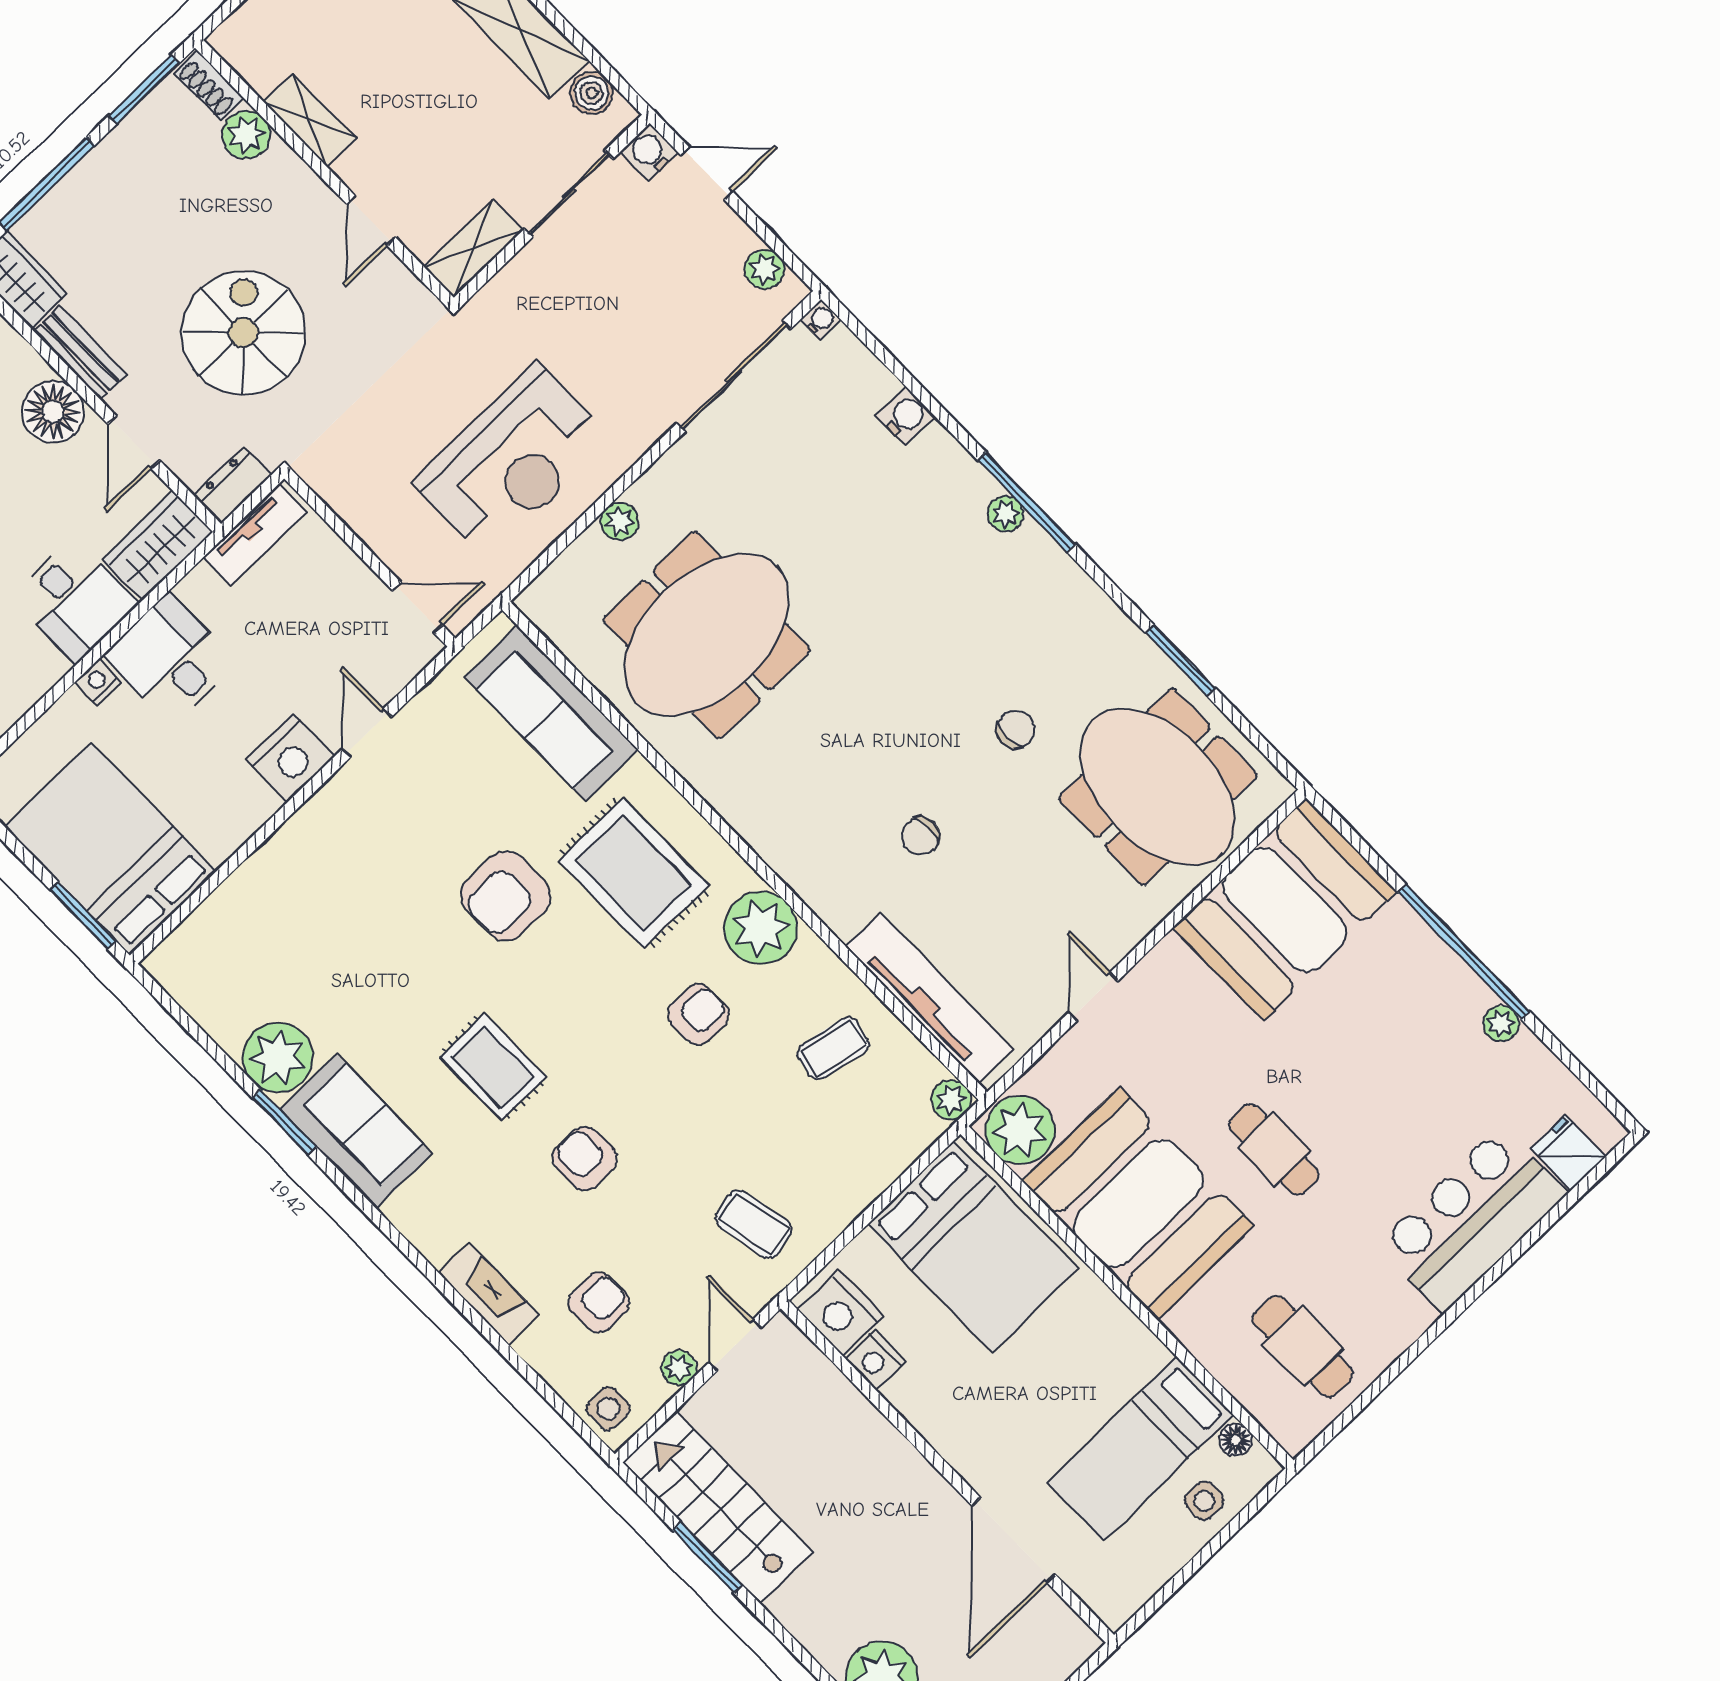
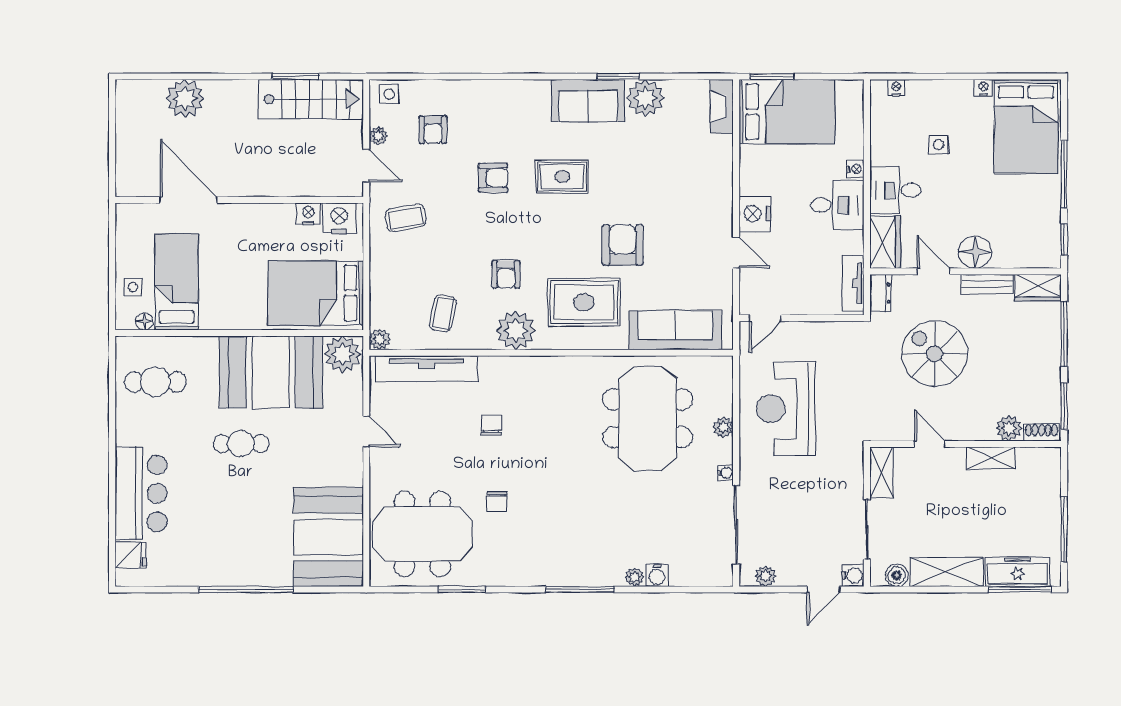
water cooler: (821, 320) -> (725, 473), moved, turned -90
spiral stairs: (243, 333) -> (934, 354), turned 180
plant: (1005, 514) -> (634, 577), moved
plant: (1501, 1024) -> (205, 577), removed
fireplace: (489, 1294) -> (722, 106), moved, turned 90

